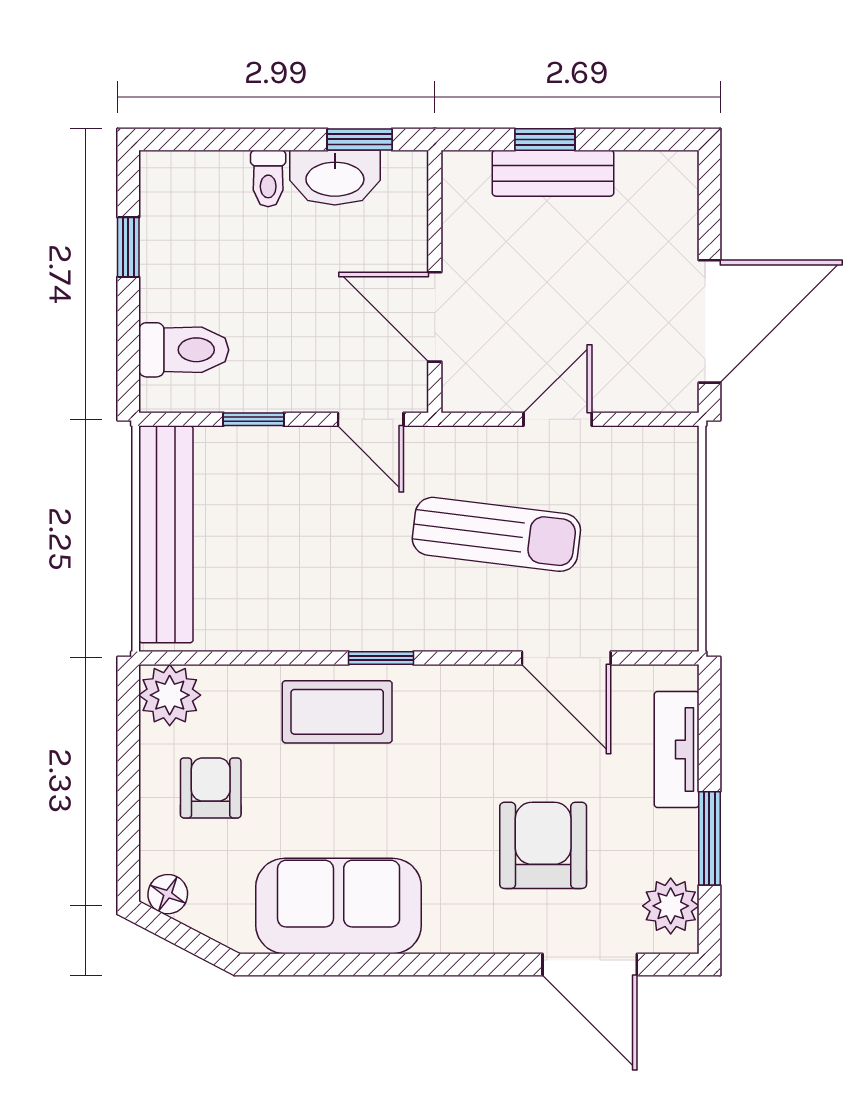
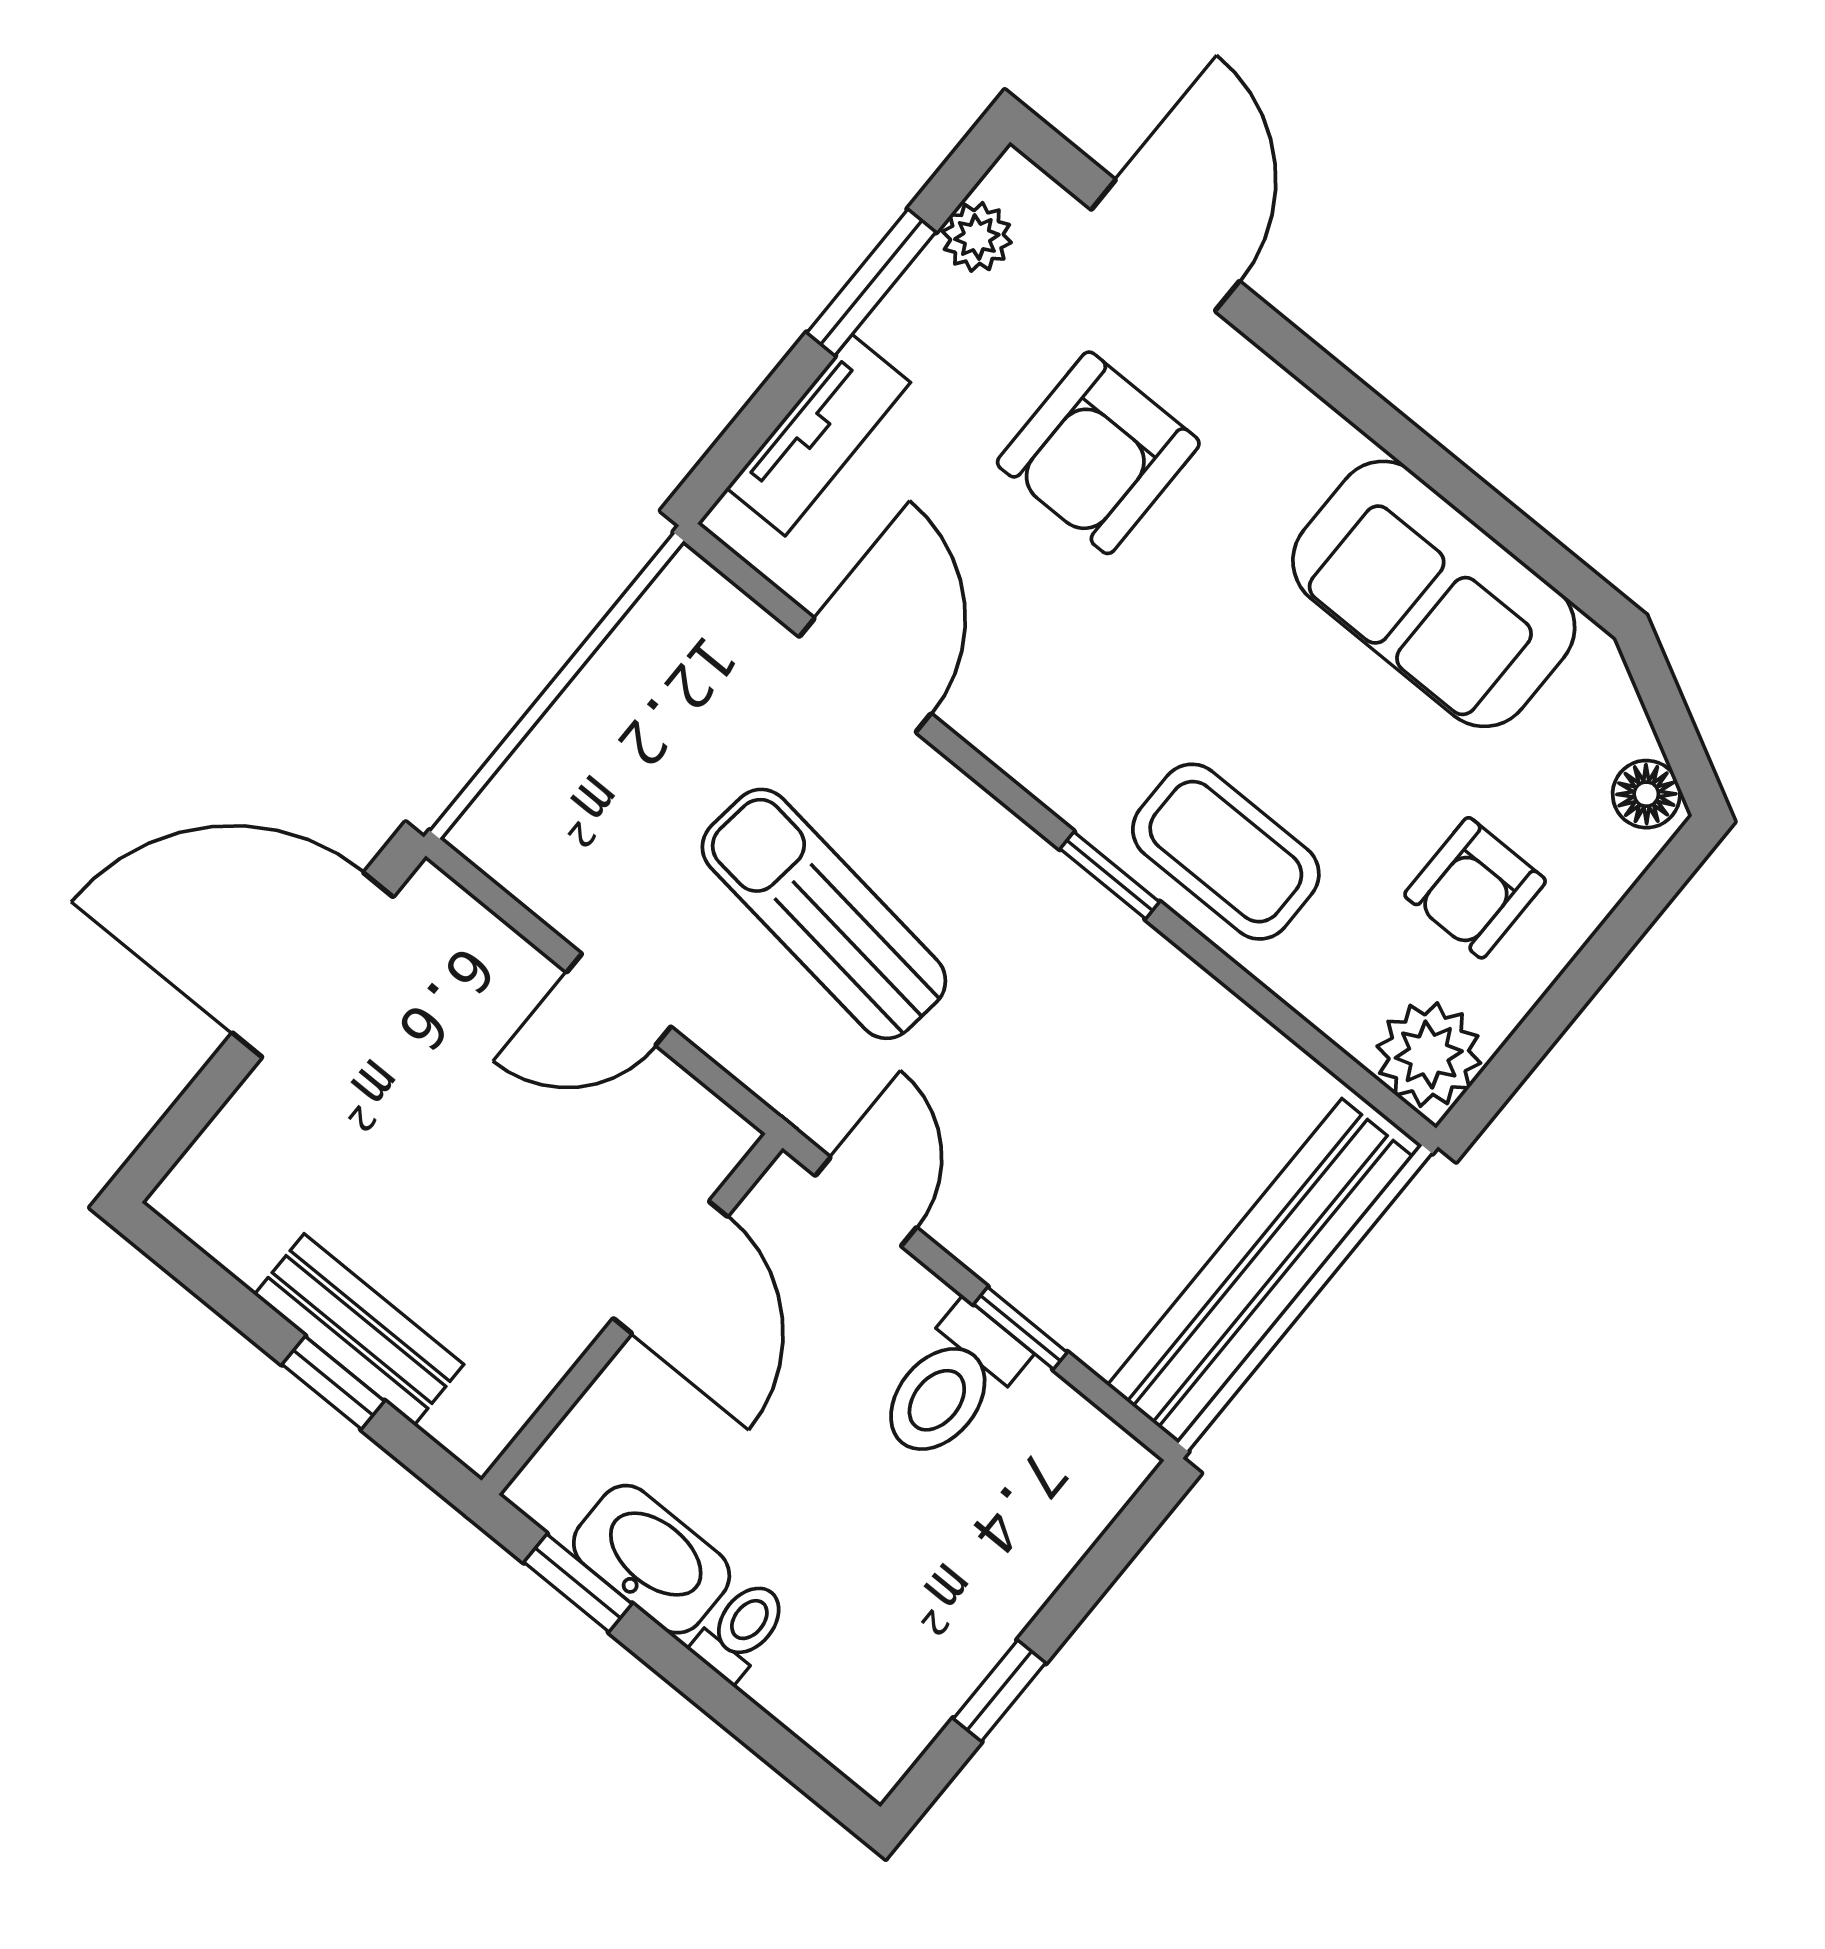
toilet: (184, 350) -> (950, 1384), moved, turned -90
plant: (671, 906) -> (977, 237), width x0.73, depth x0.73

